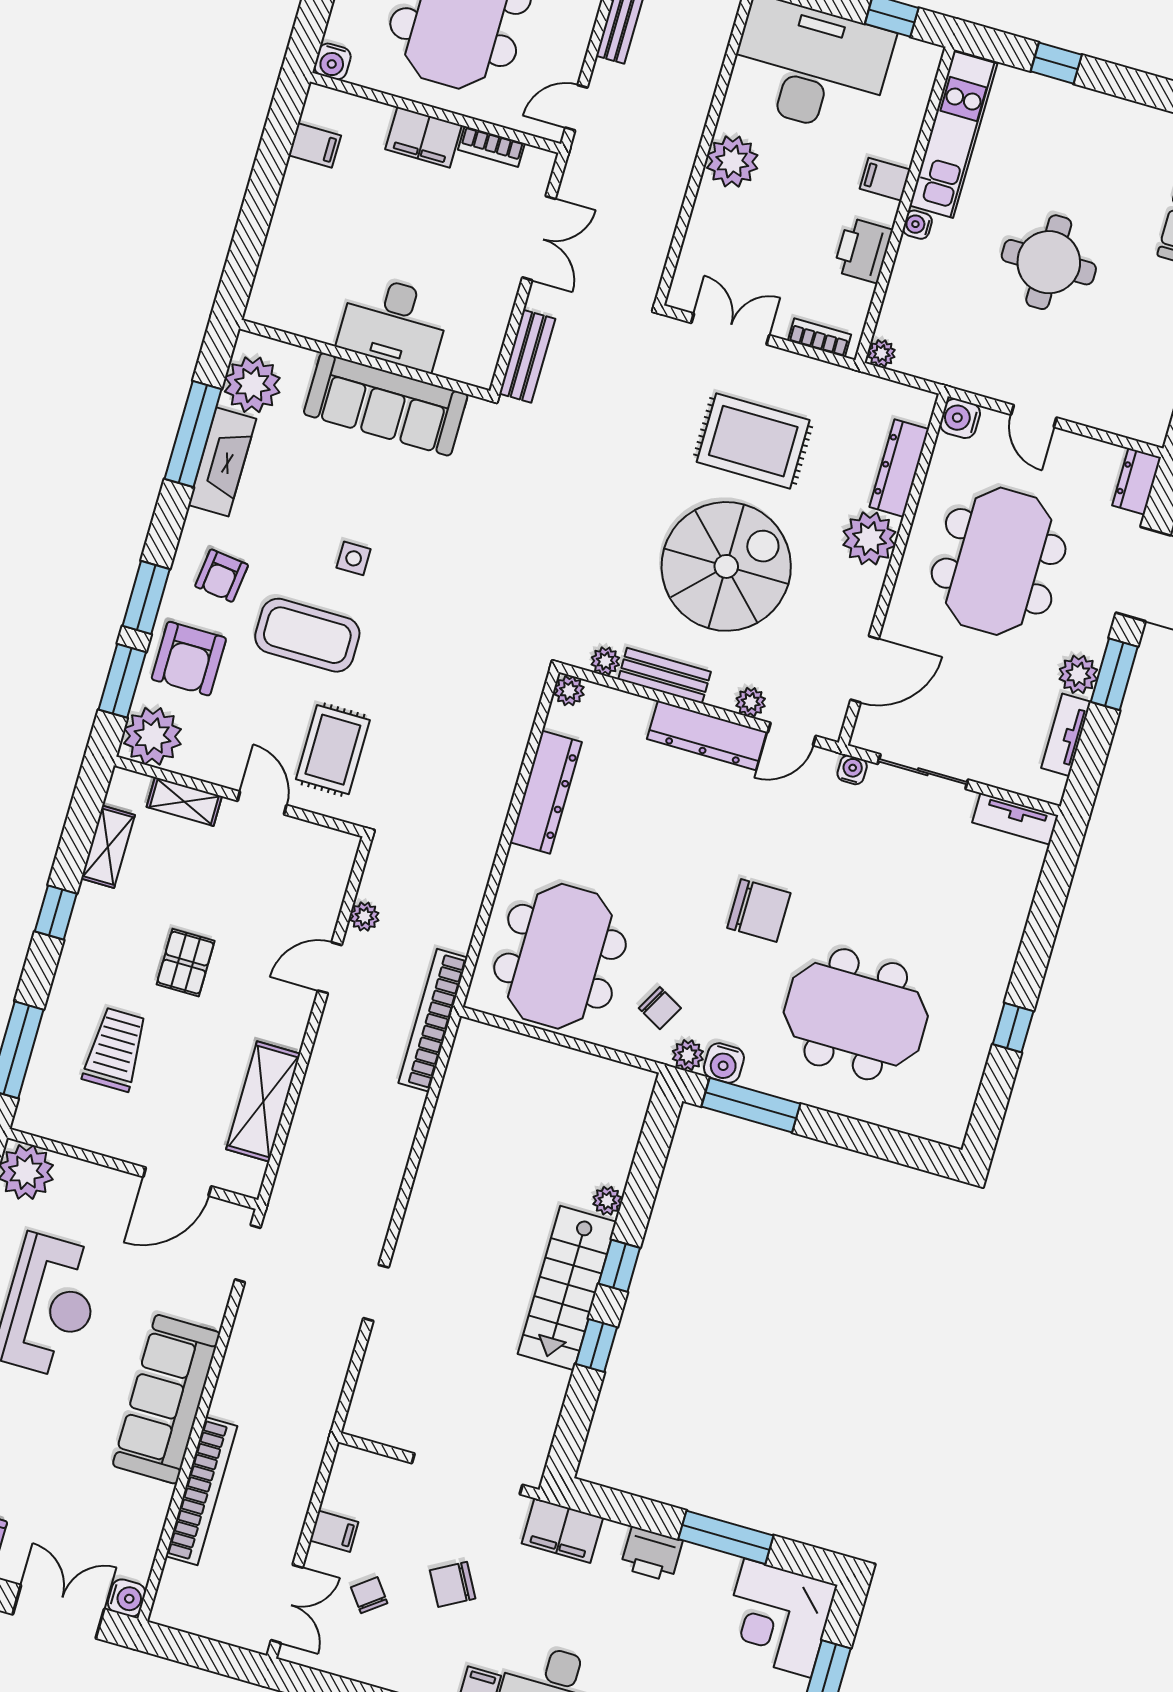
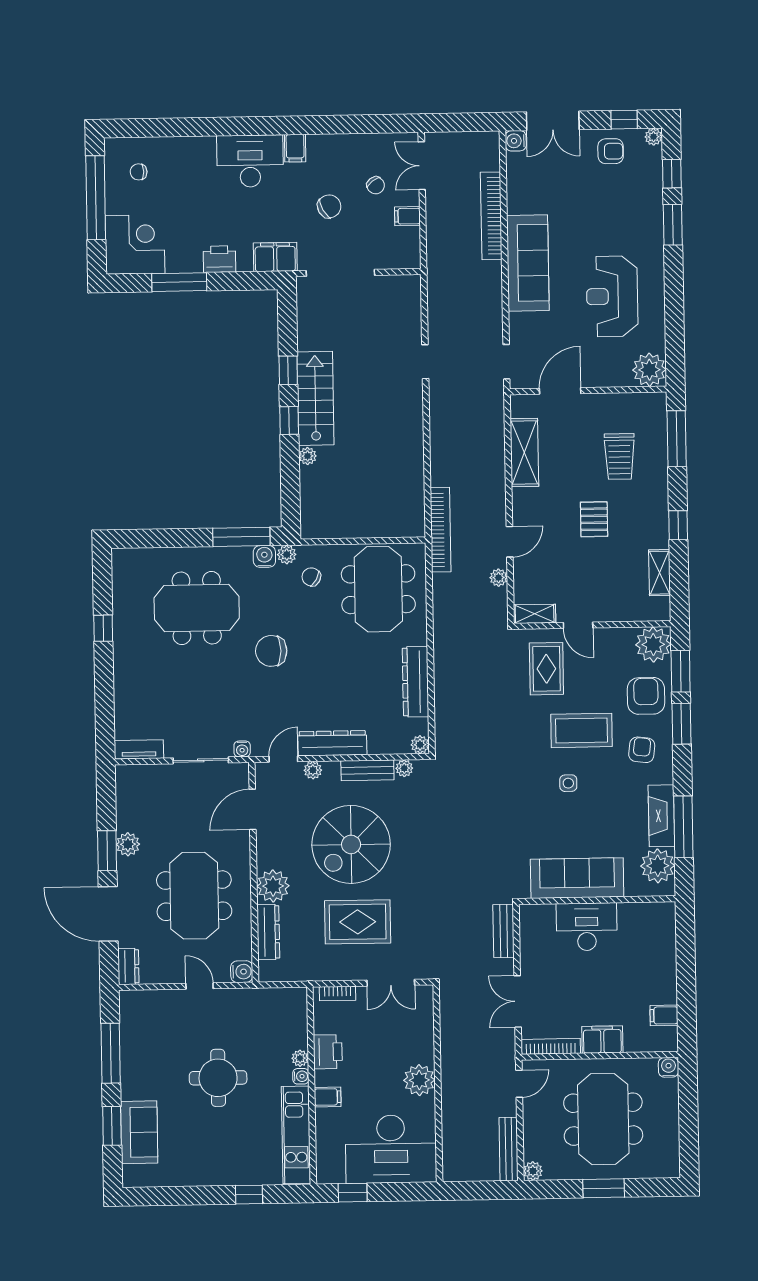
bookcase: (491, 146) -> (551, 1046), width x1.56
plant: (881, 353) -> (300, 1058), moved
tv unit: (1066, 735) -> (124, 807), removed
shelving: (184, 802) -> (535, 614), moved

